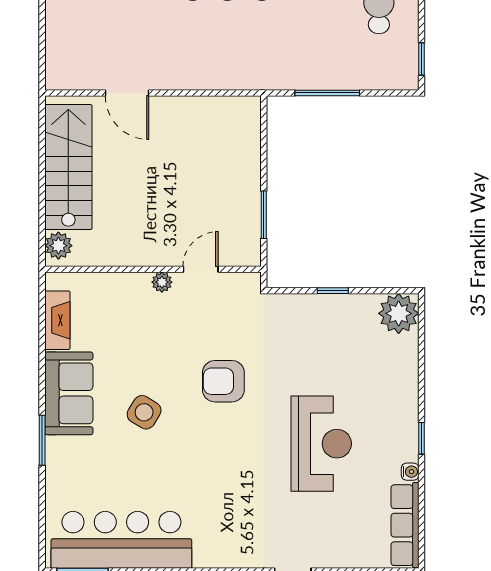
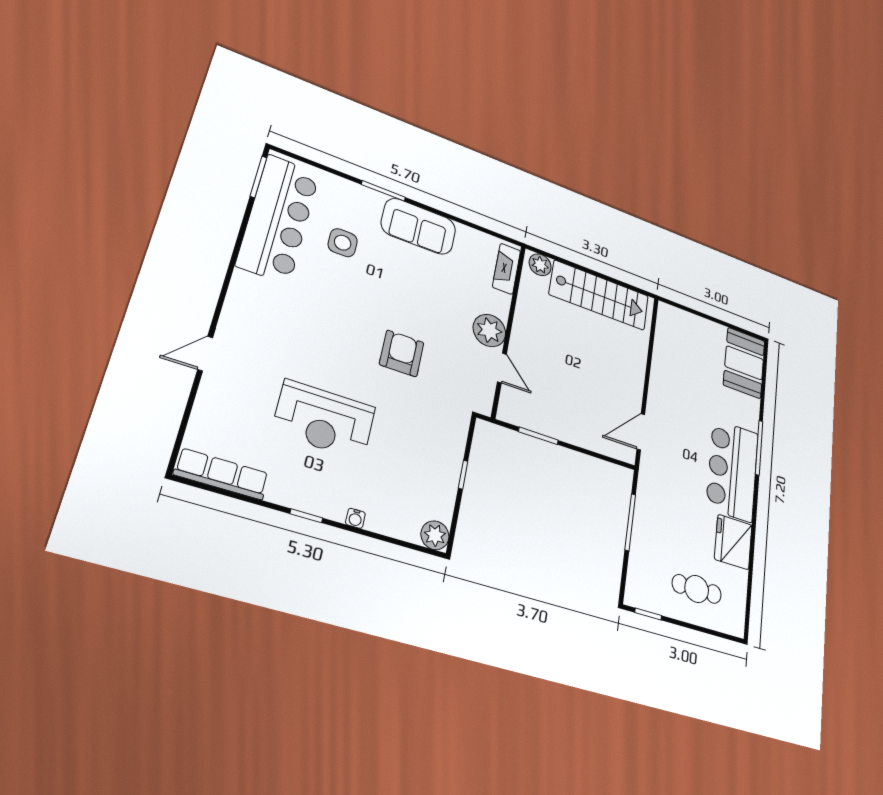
door: (127, 93) -> (641, 432), moved
plant: (162, 282) -> (489, 330), width x1.88, depth x1.88
plant: (399, 313) -> (435, 535), width x0.73, depth x0.73
fireplace: (57, 320) -> (506, 269), moved, turned 90
side table: (144, 412) -> (343, 243), moved, turned -31
water cooler: (410, 472) -> (355, 518), moved

